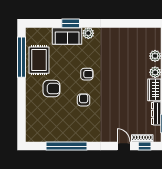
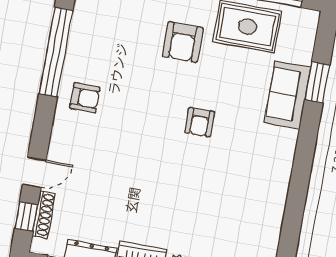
window: (71, 23) -> (317, 82), moved
plant: (88, 33) -> (285, 141), removed
armchair: (84, 100) -> (85, 98), moved

